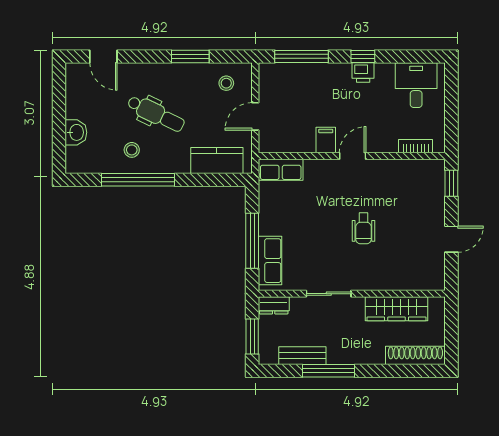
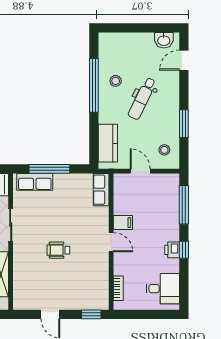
washbasin: (76, 132) -> (164, 40), moved

